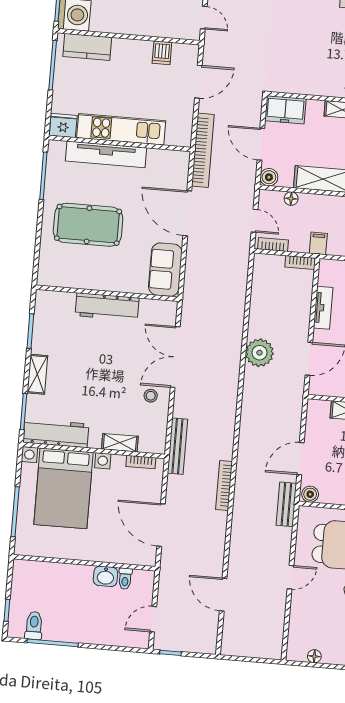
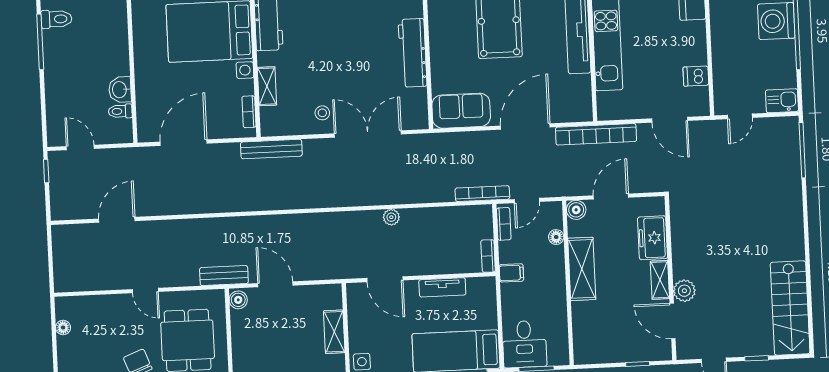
freezer: (285, 110) -> (653, 238), moved
plant: (259, 353) -> (391, 217), width x0.53, depth x0.53
bookcase: (224, 486) -> (482, 194), moved

